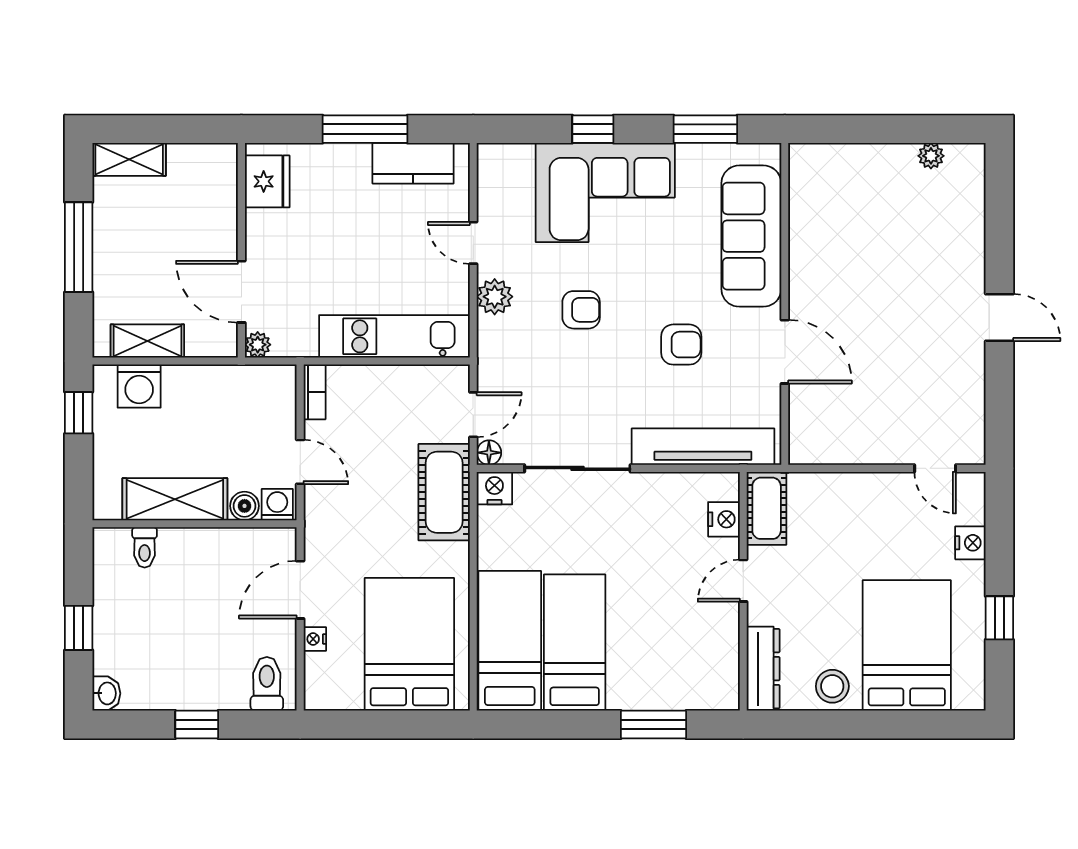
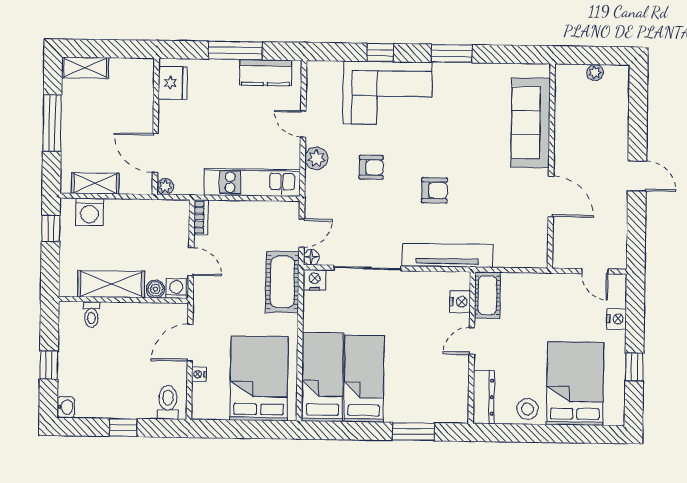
sofa: (751, 236) -> (531, 123), moved
wall: (785, 304) -> (551, 166), moved
door: (785, 352) -> (551, 196), moved

